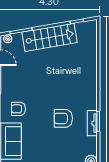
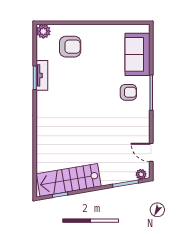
stairs: (50, 37) -> (69, 180), moved
armchair: (63, 118) -> (70, 47), moved

